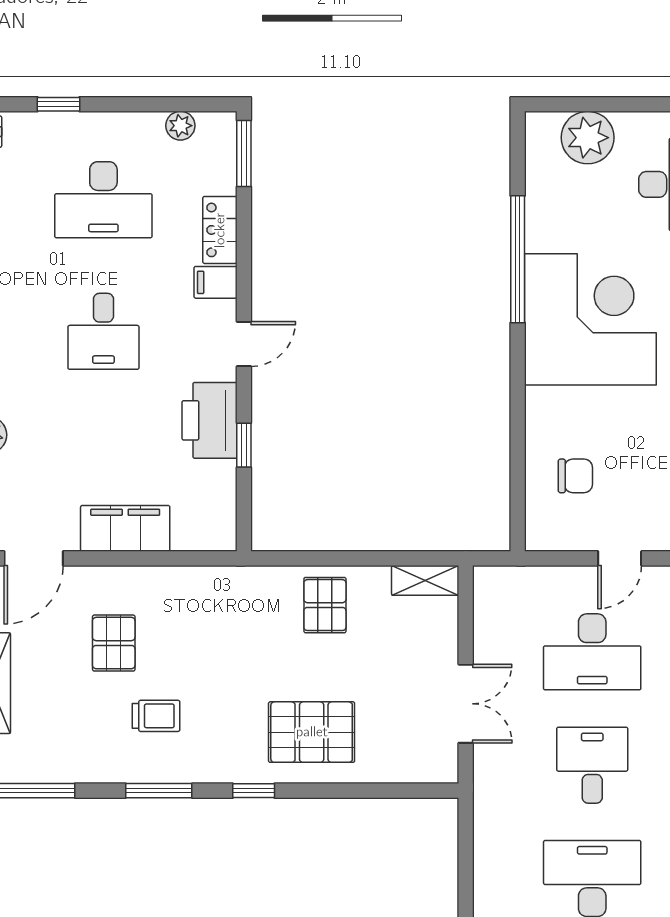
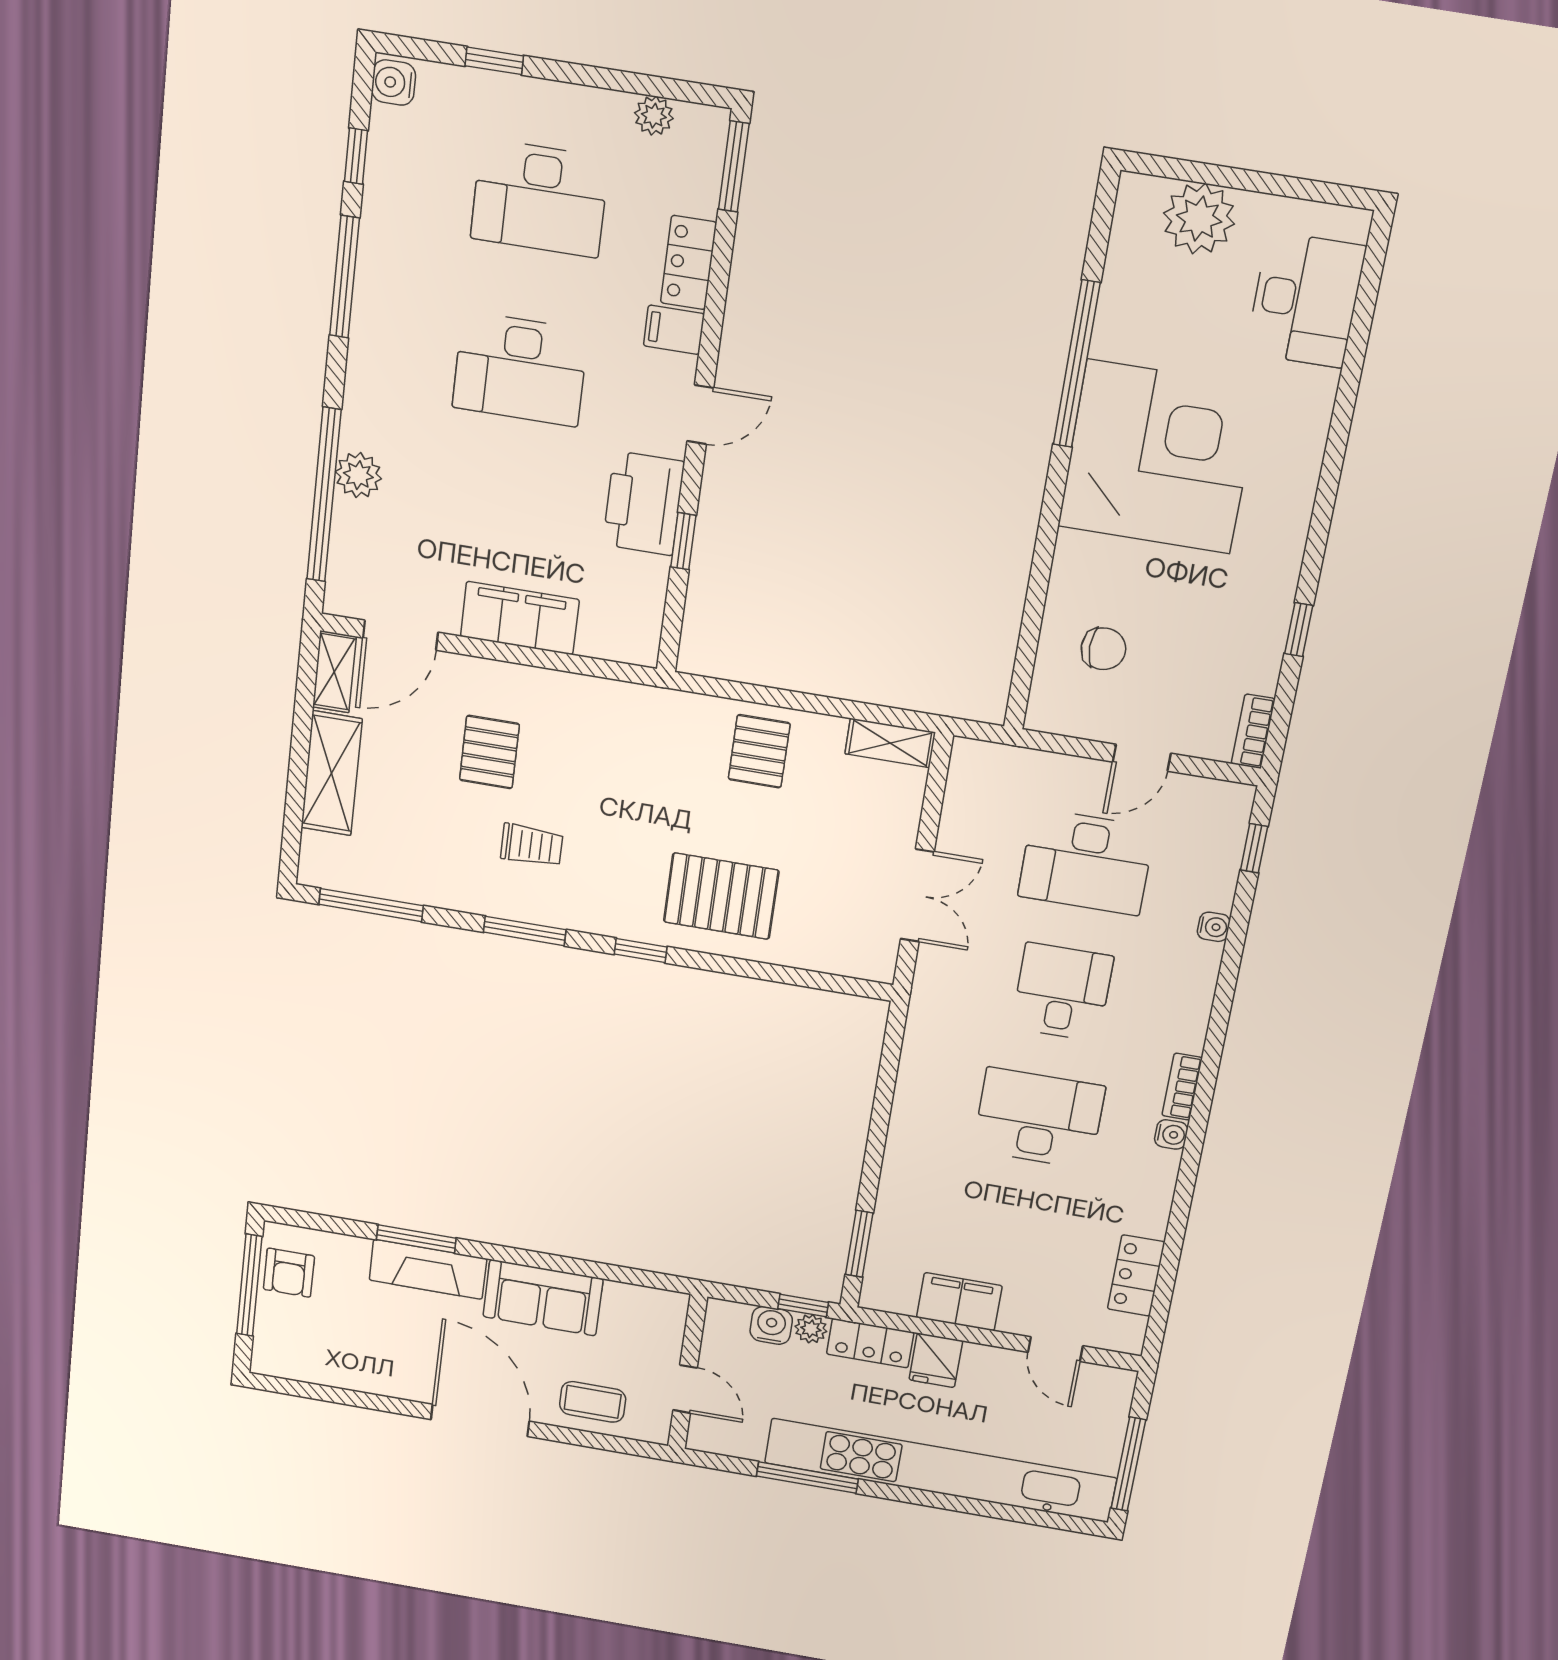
desk: (103, 331) -> (520, 369), width x1.37

